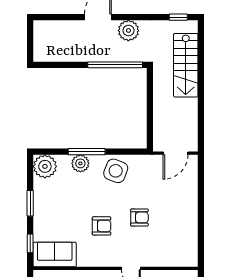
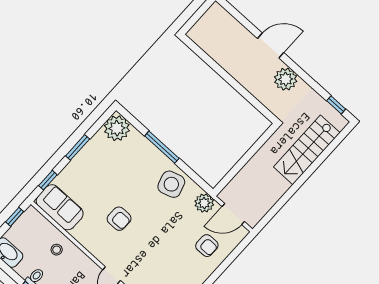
window: (115, 65) -> (249, 97), removed
plant: (80, 163) -> (204, 203), moved
side table: (116, 171) -> (171, 184), turned -38
armchair: (139, 217) -> (207, 246), moved

